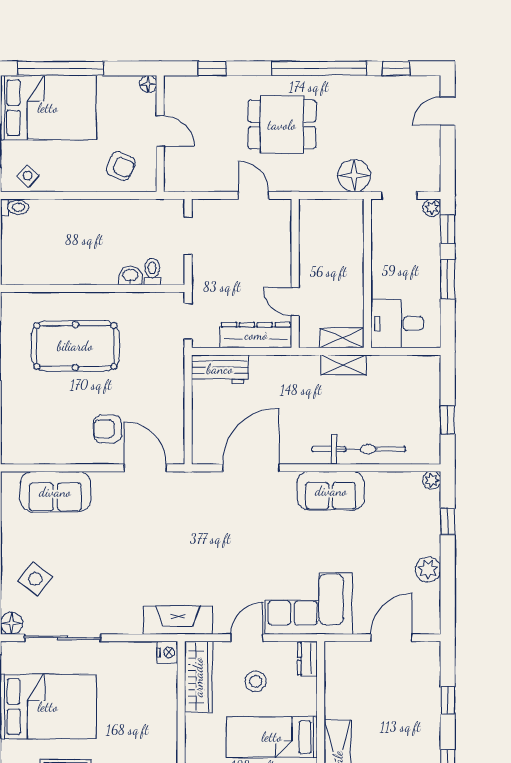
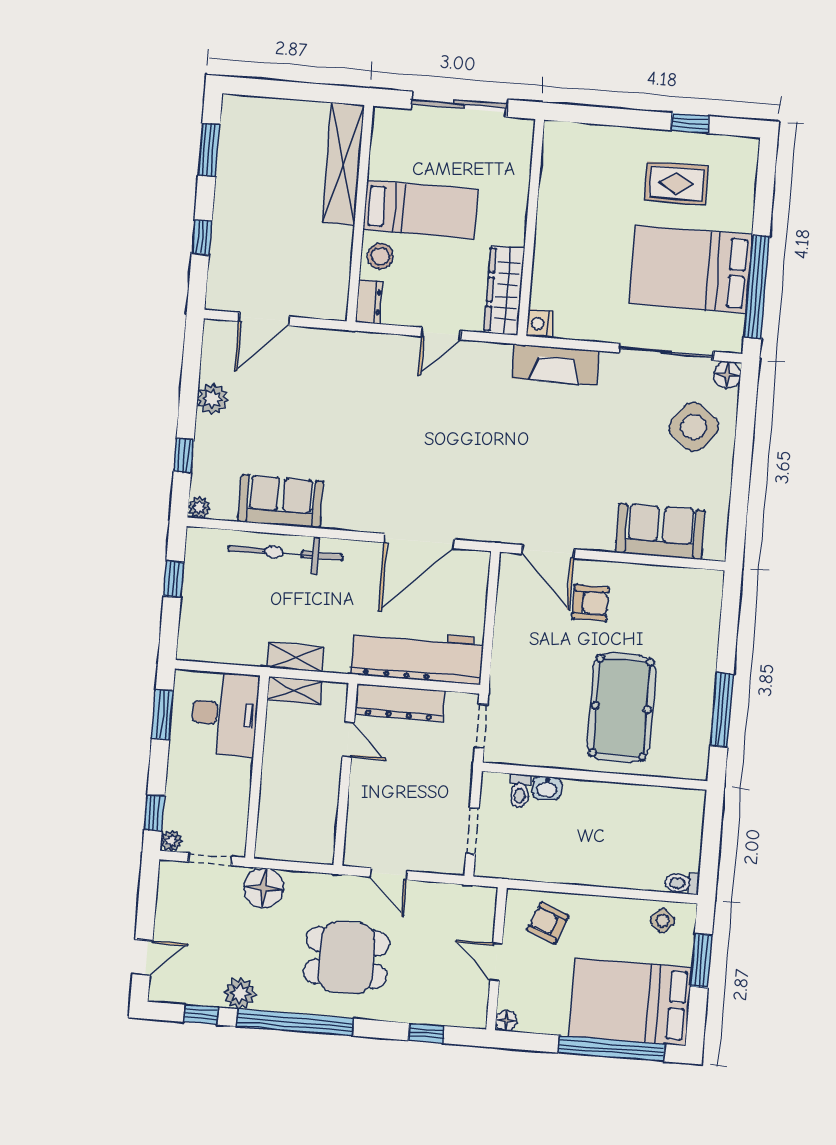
plant: (366, 88) -> (240, 994), added
window: (448, 279) -> (162, 715), moved
desk: (397, 324) -> (225, 714), width x1.37
pool table: (75, 346) -> (621, 708), turned 90
workbench: (220, 369) -> (417, 656), width x1.88, depth x1.32
sofa: (331, 491) -> (281, 501), moved
side table: (35, 579) -> (694, 427), width x1.37, depth x1.37
corner sofa: (309, 603) -> (362, 369), removed
fireplace: (178, 620) -> (555, 365), moved
stool: (256, 681) -> (380, 256), moved

